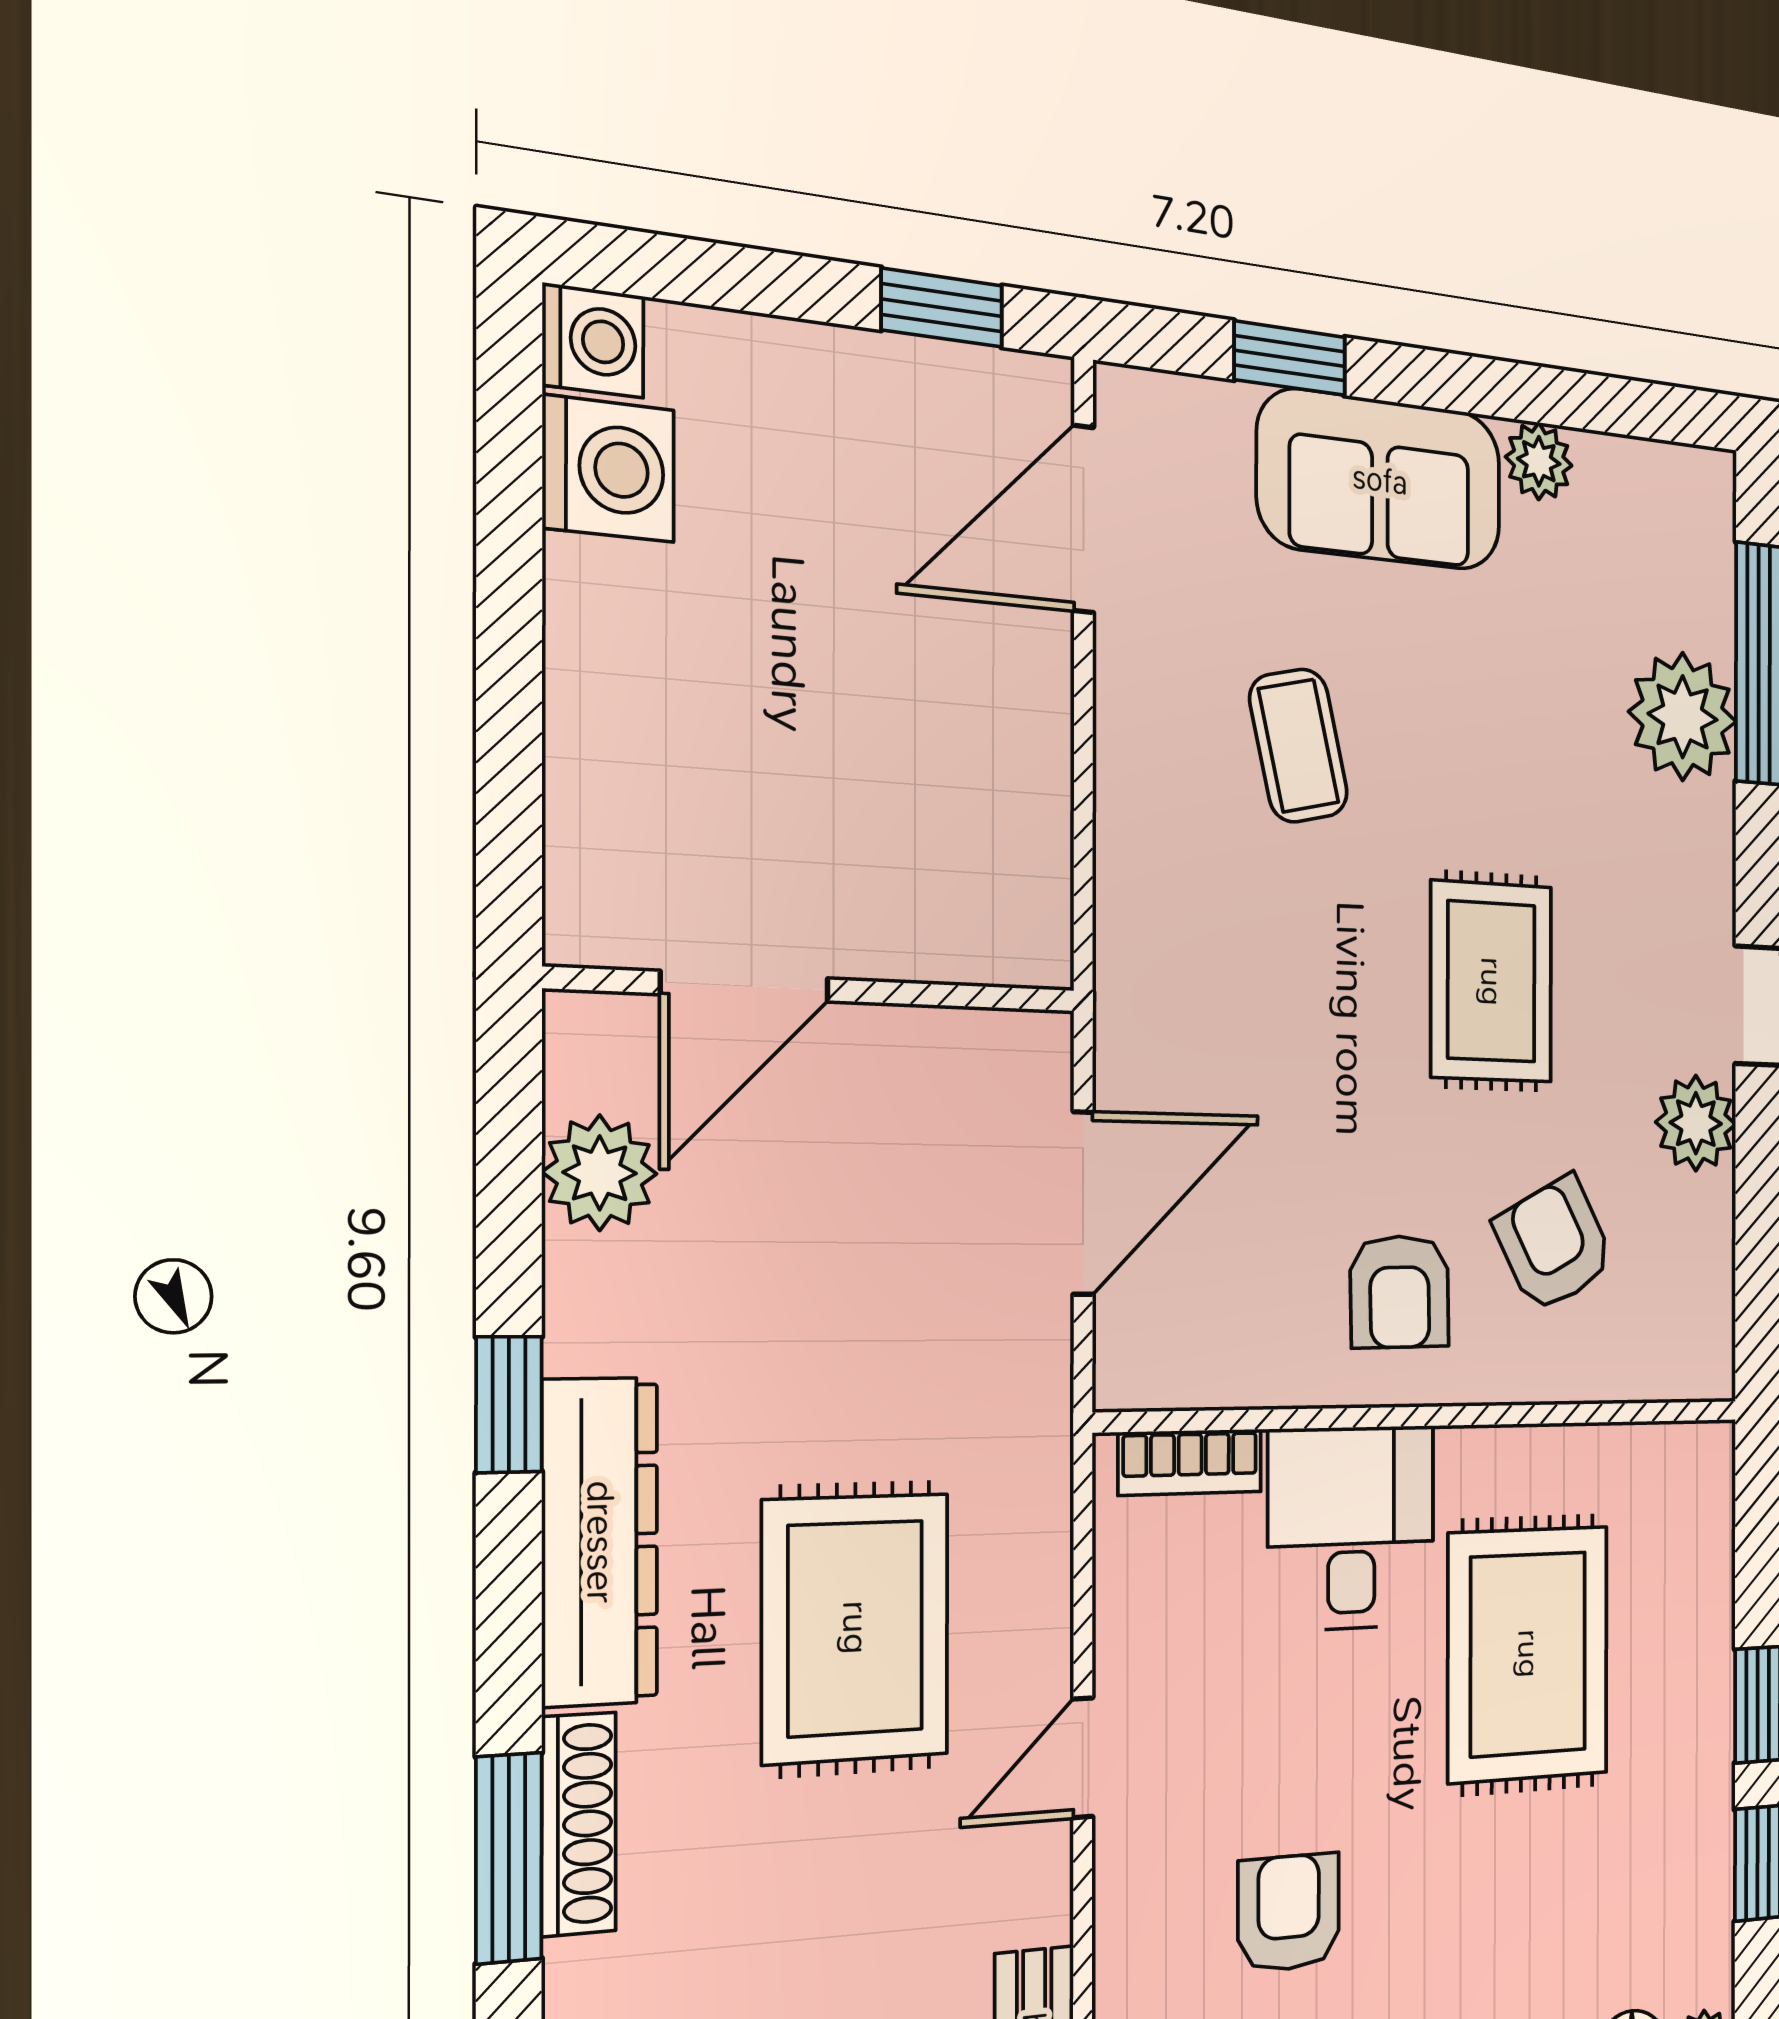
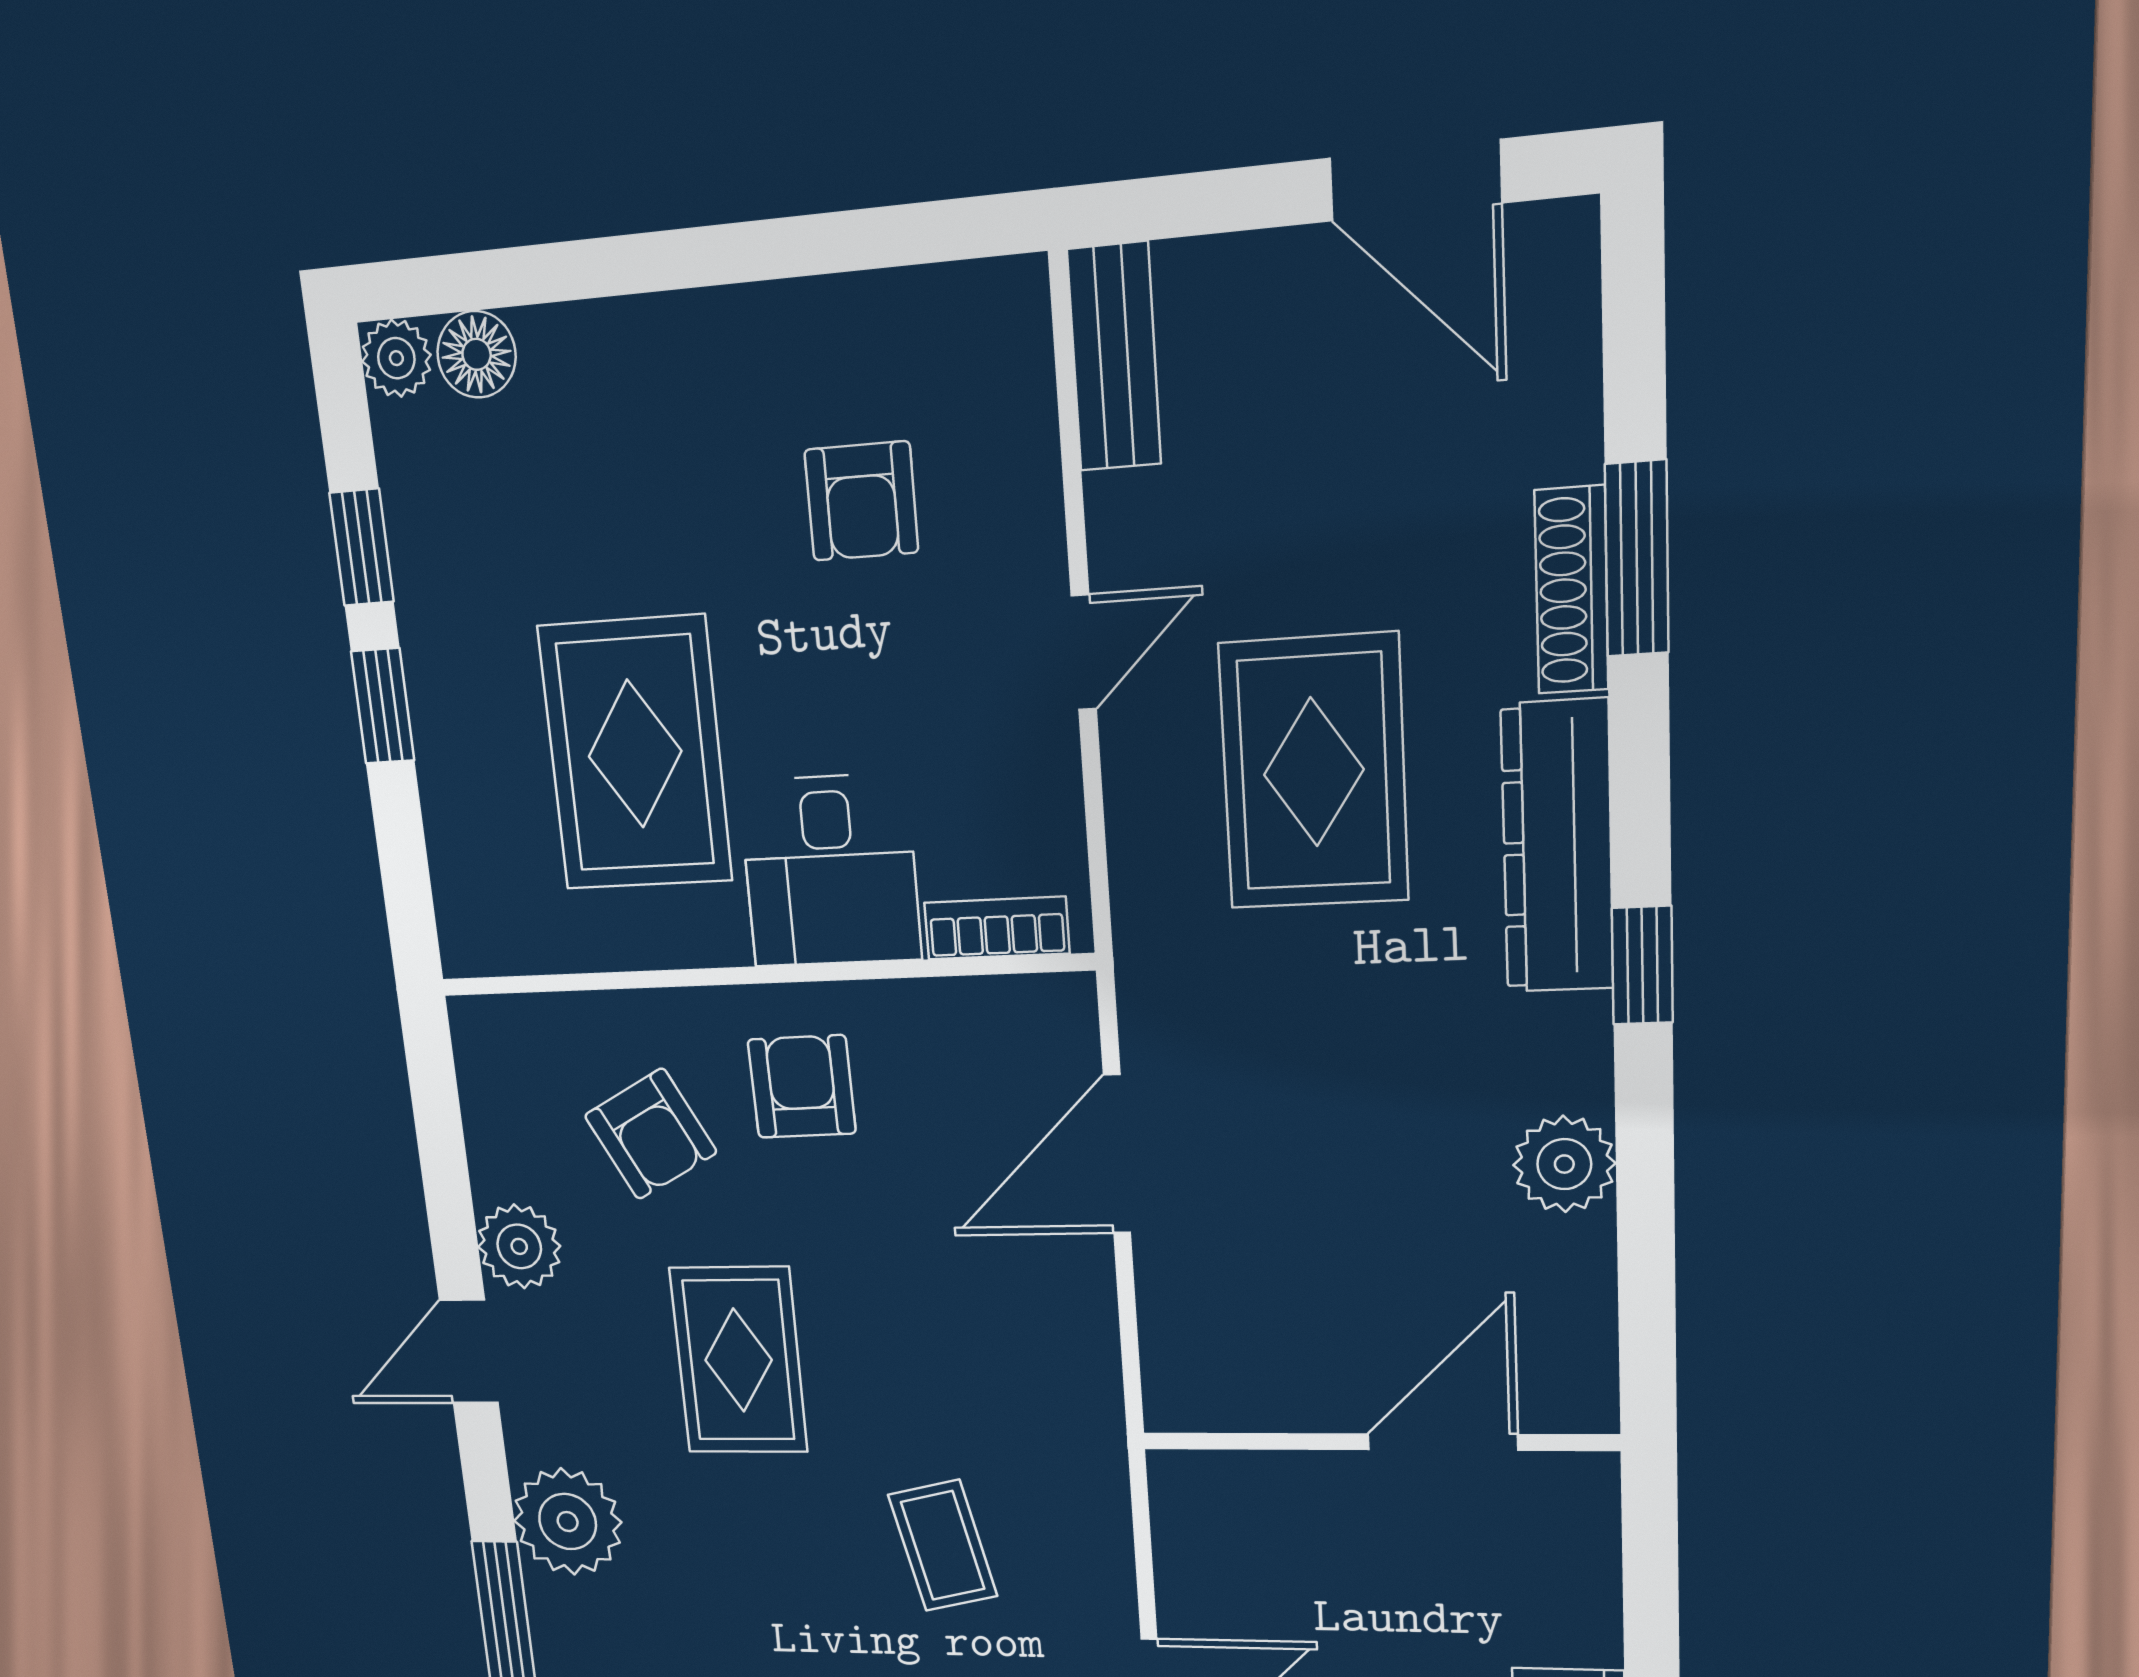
plant: (1683, 717) -> (568, 1522), moved
door: (745, 986) -> (1443, 1442), moved
wall: (818, 990) -> (1378, 1442), moved

